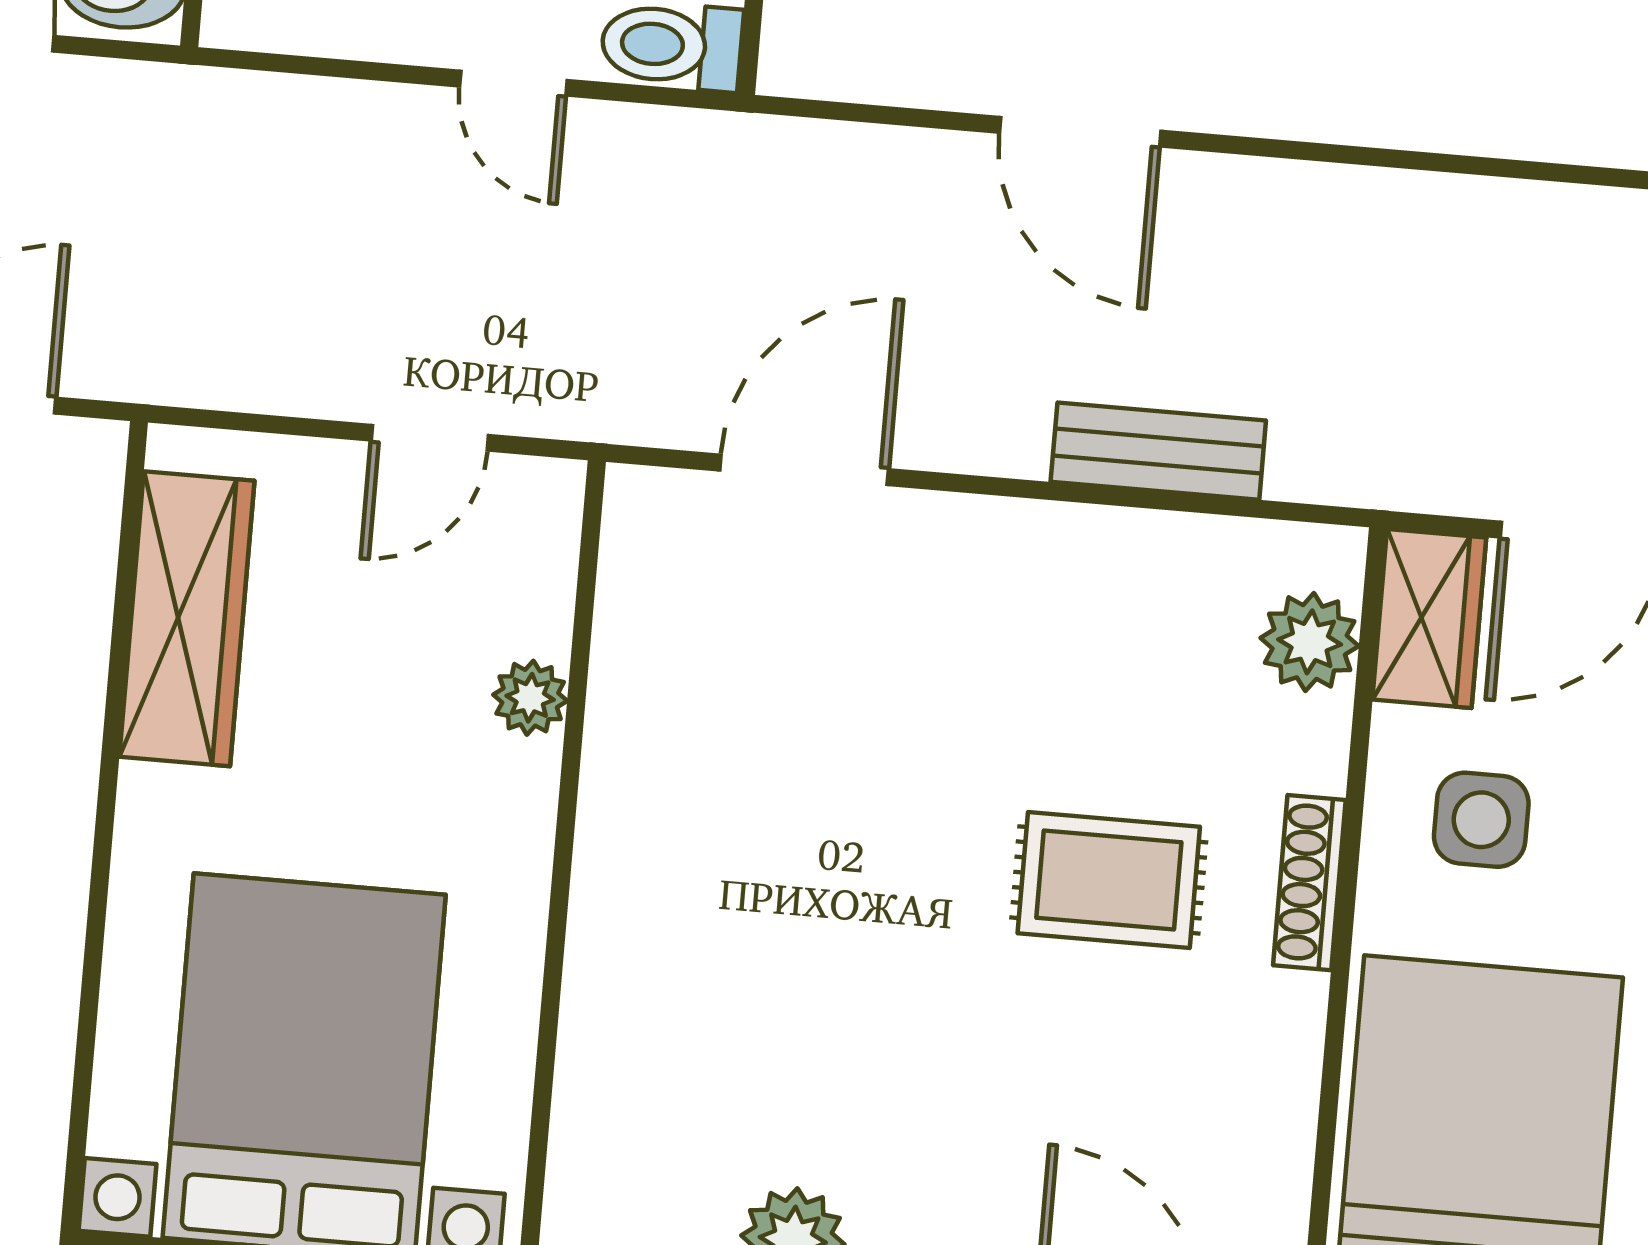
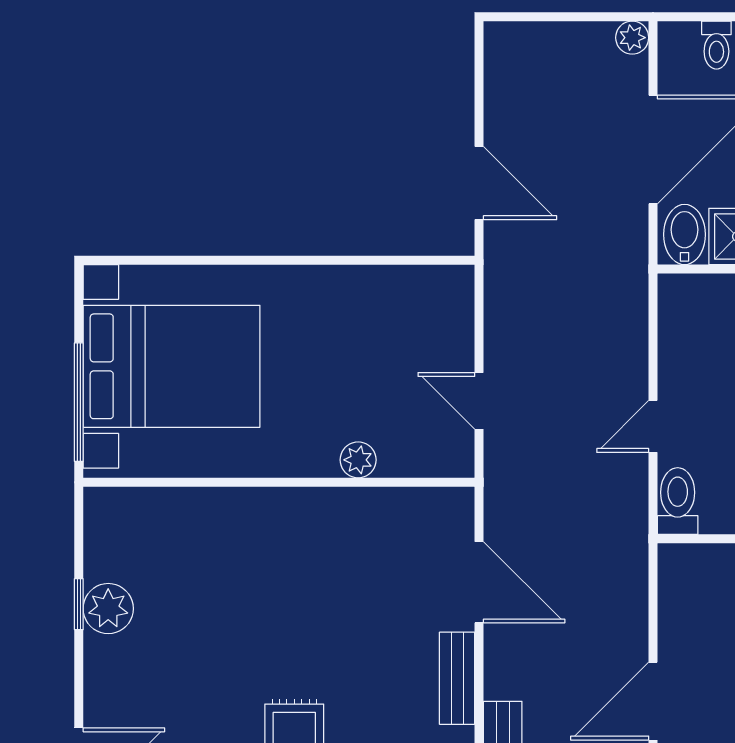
bench: (998, 532) -> (457, 678), added
wardrobe: (187, 619) -> (382, 291), removed

